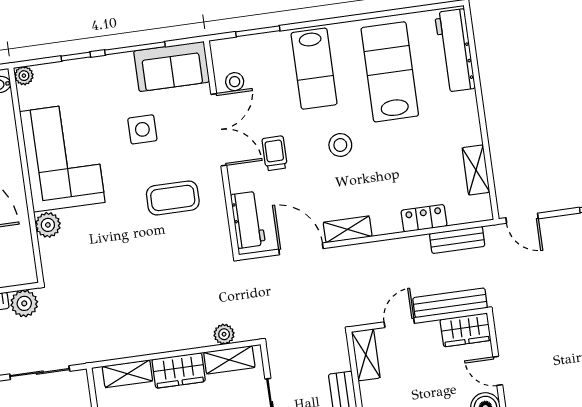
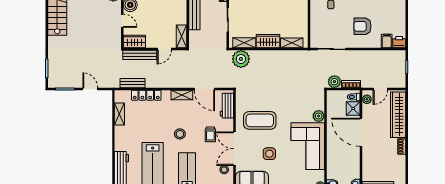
coffee table: (173, 198) -> (260, 120), width x1.36, depth x1.32
locker: (424, 218) -> (146, 95), width x1.53
door: (522, 218) -> (90, 89), moved
plant: (224, 334) -> (241, 59), width x1.87, depth x1.87

